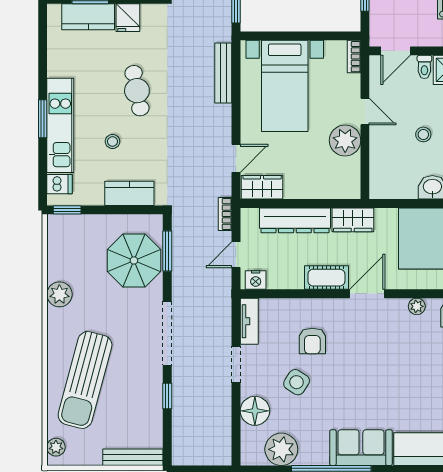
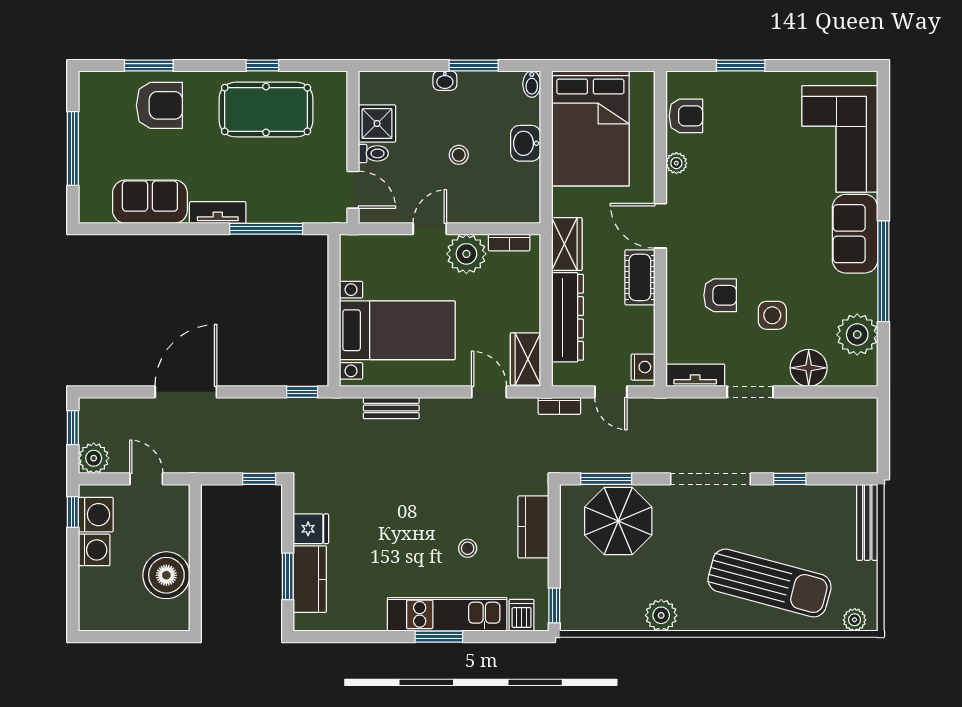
bookcase: (354, 57) -> (509, 242), moved
bench: (223, 73) -> (391, 408), width x0.73
cafe table: (137, 91) -> (403, 517), removed
side table: (297, 382) -> (772, 315), turned -33

